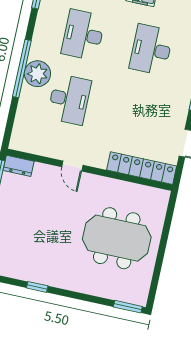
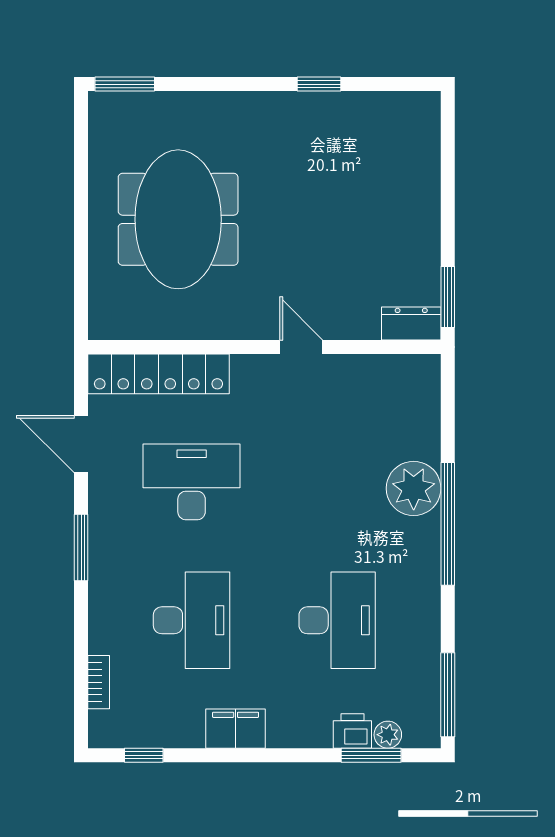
plant: (37, 74) -> (414, 488), moved
desk: (69, 99) -> (192, 482), moved, turned 90
meeting table: (117, 238) -> (178, 219), turned 90

